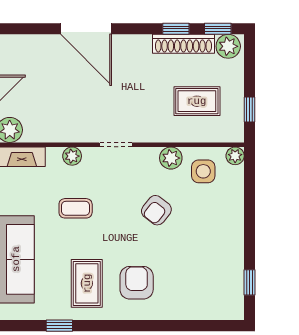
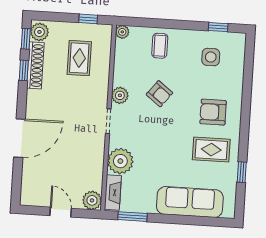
plant: (72, 156) -> (120, 161), width x1.88, depth x1.88
plant: (171, 158) -> (120, 95), moved
side table: (203, 171) -> (211, 57), moved
coffee table: (76, 208) -> (160, 46), moved

